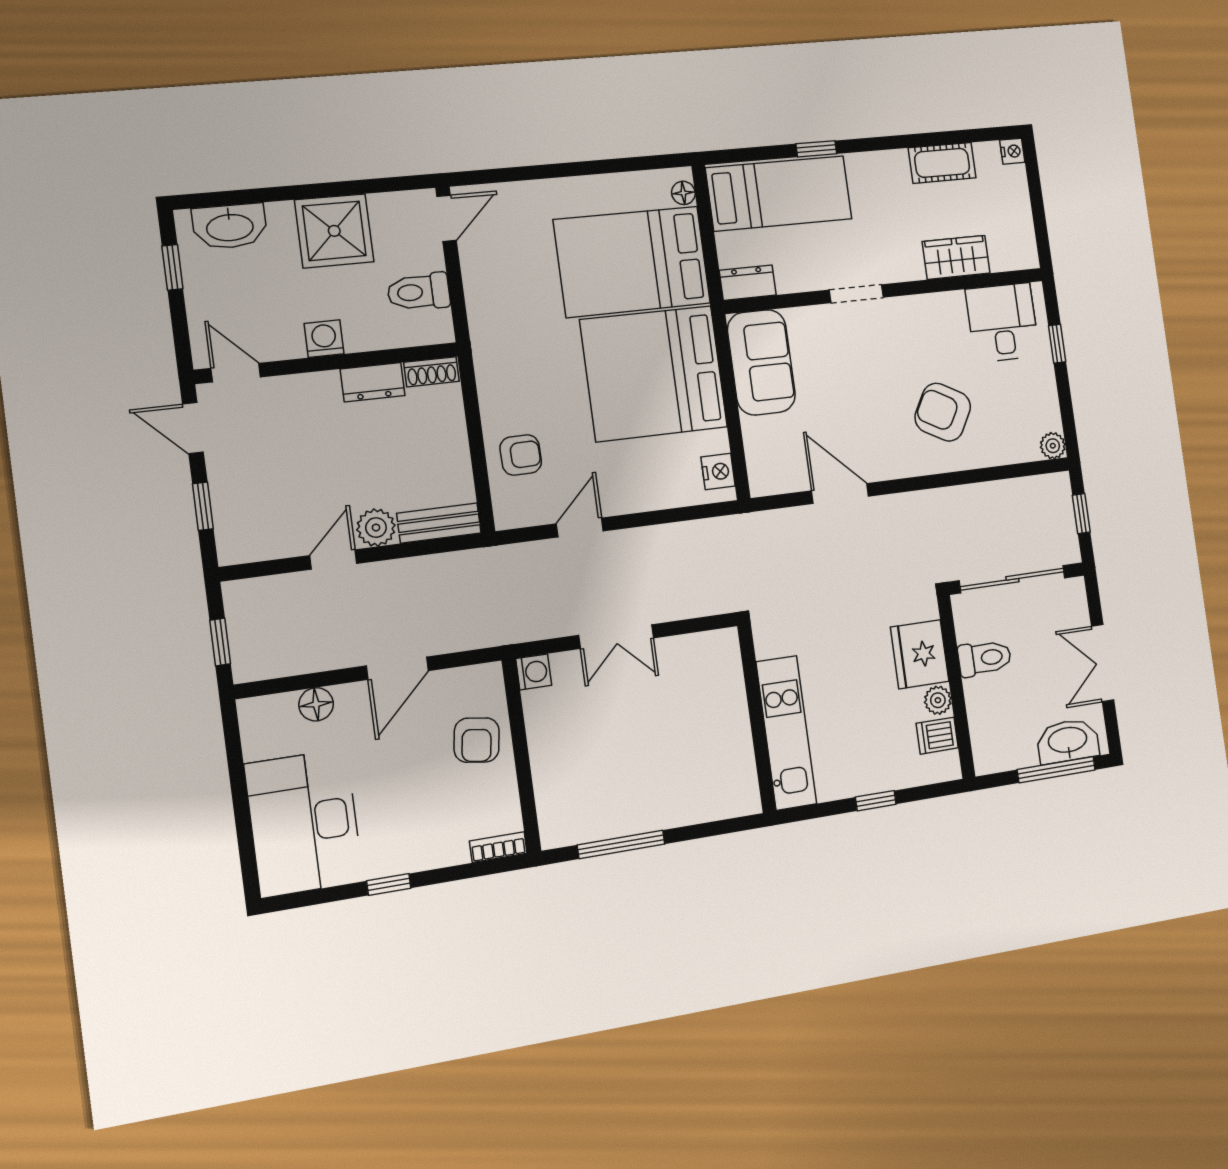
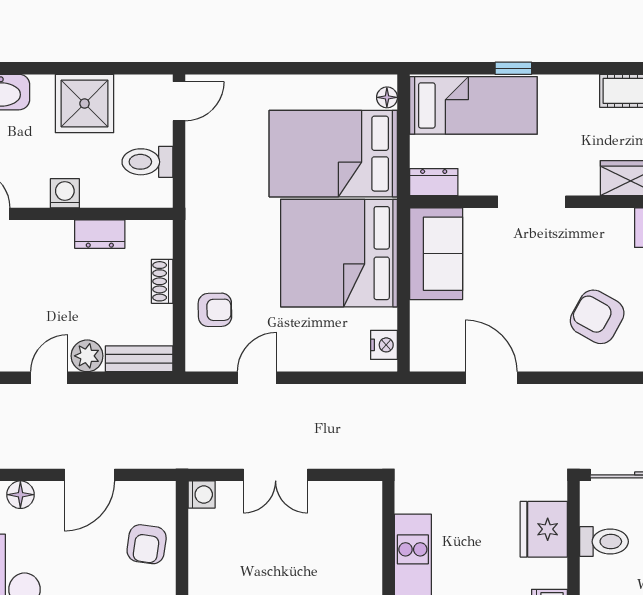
doorway: (856, 294) -> (532, 202), width x1.38
shoe rack: (431, 372) -> (162, 281), moved, turned 90
plant: (938, 700) -> (555, 572), removed

